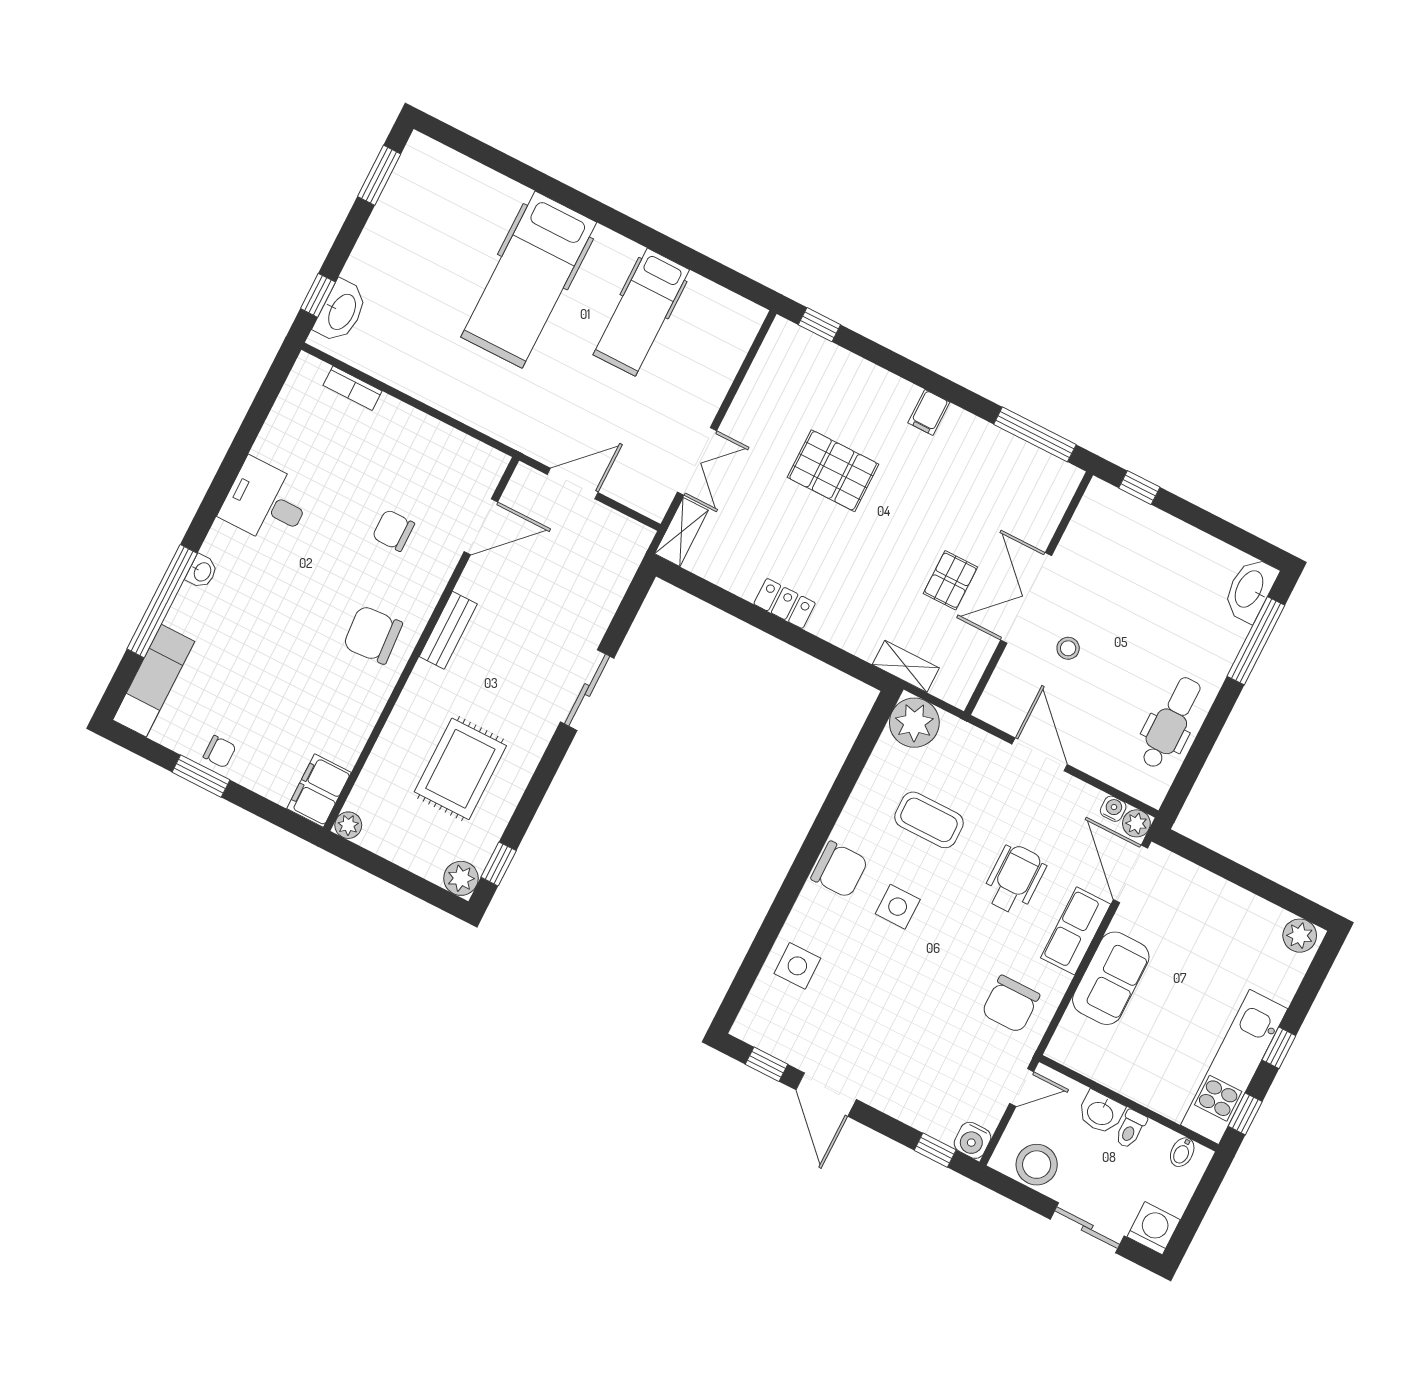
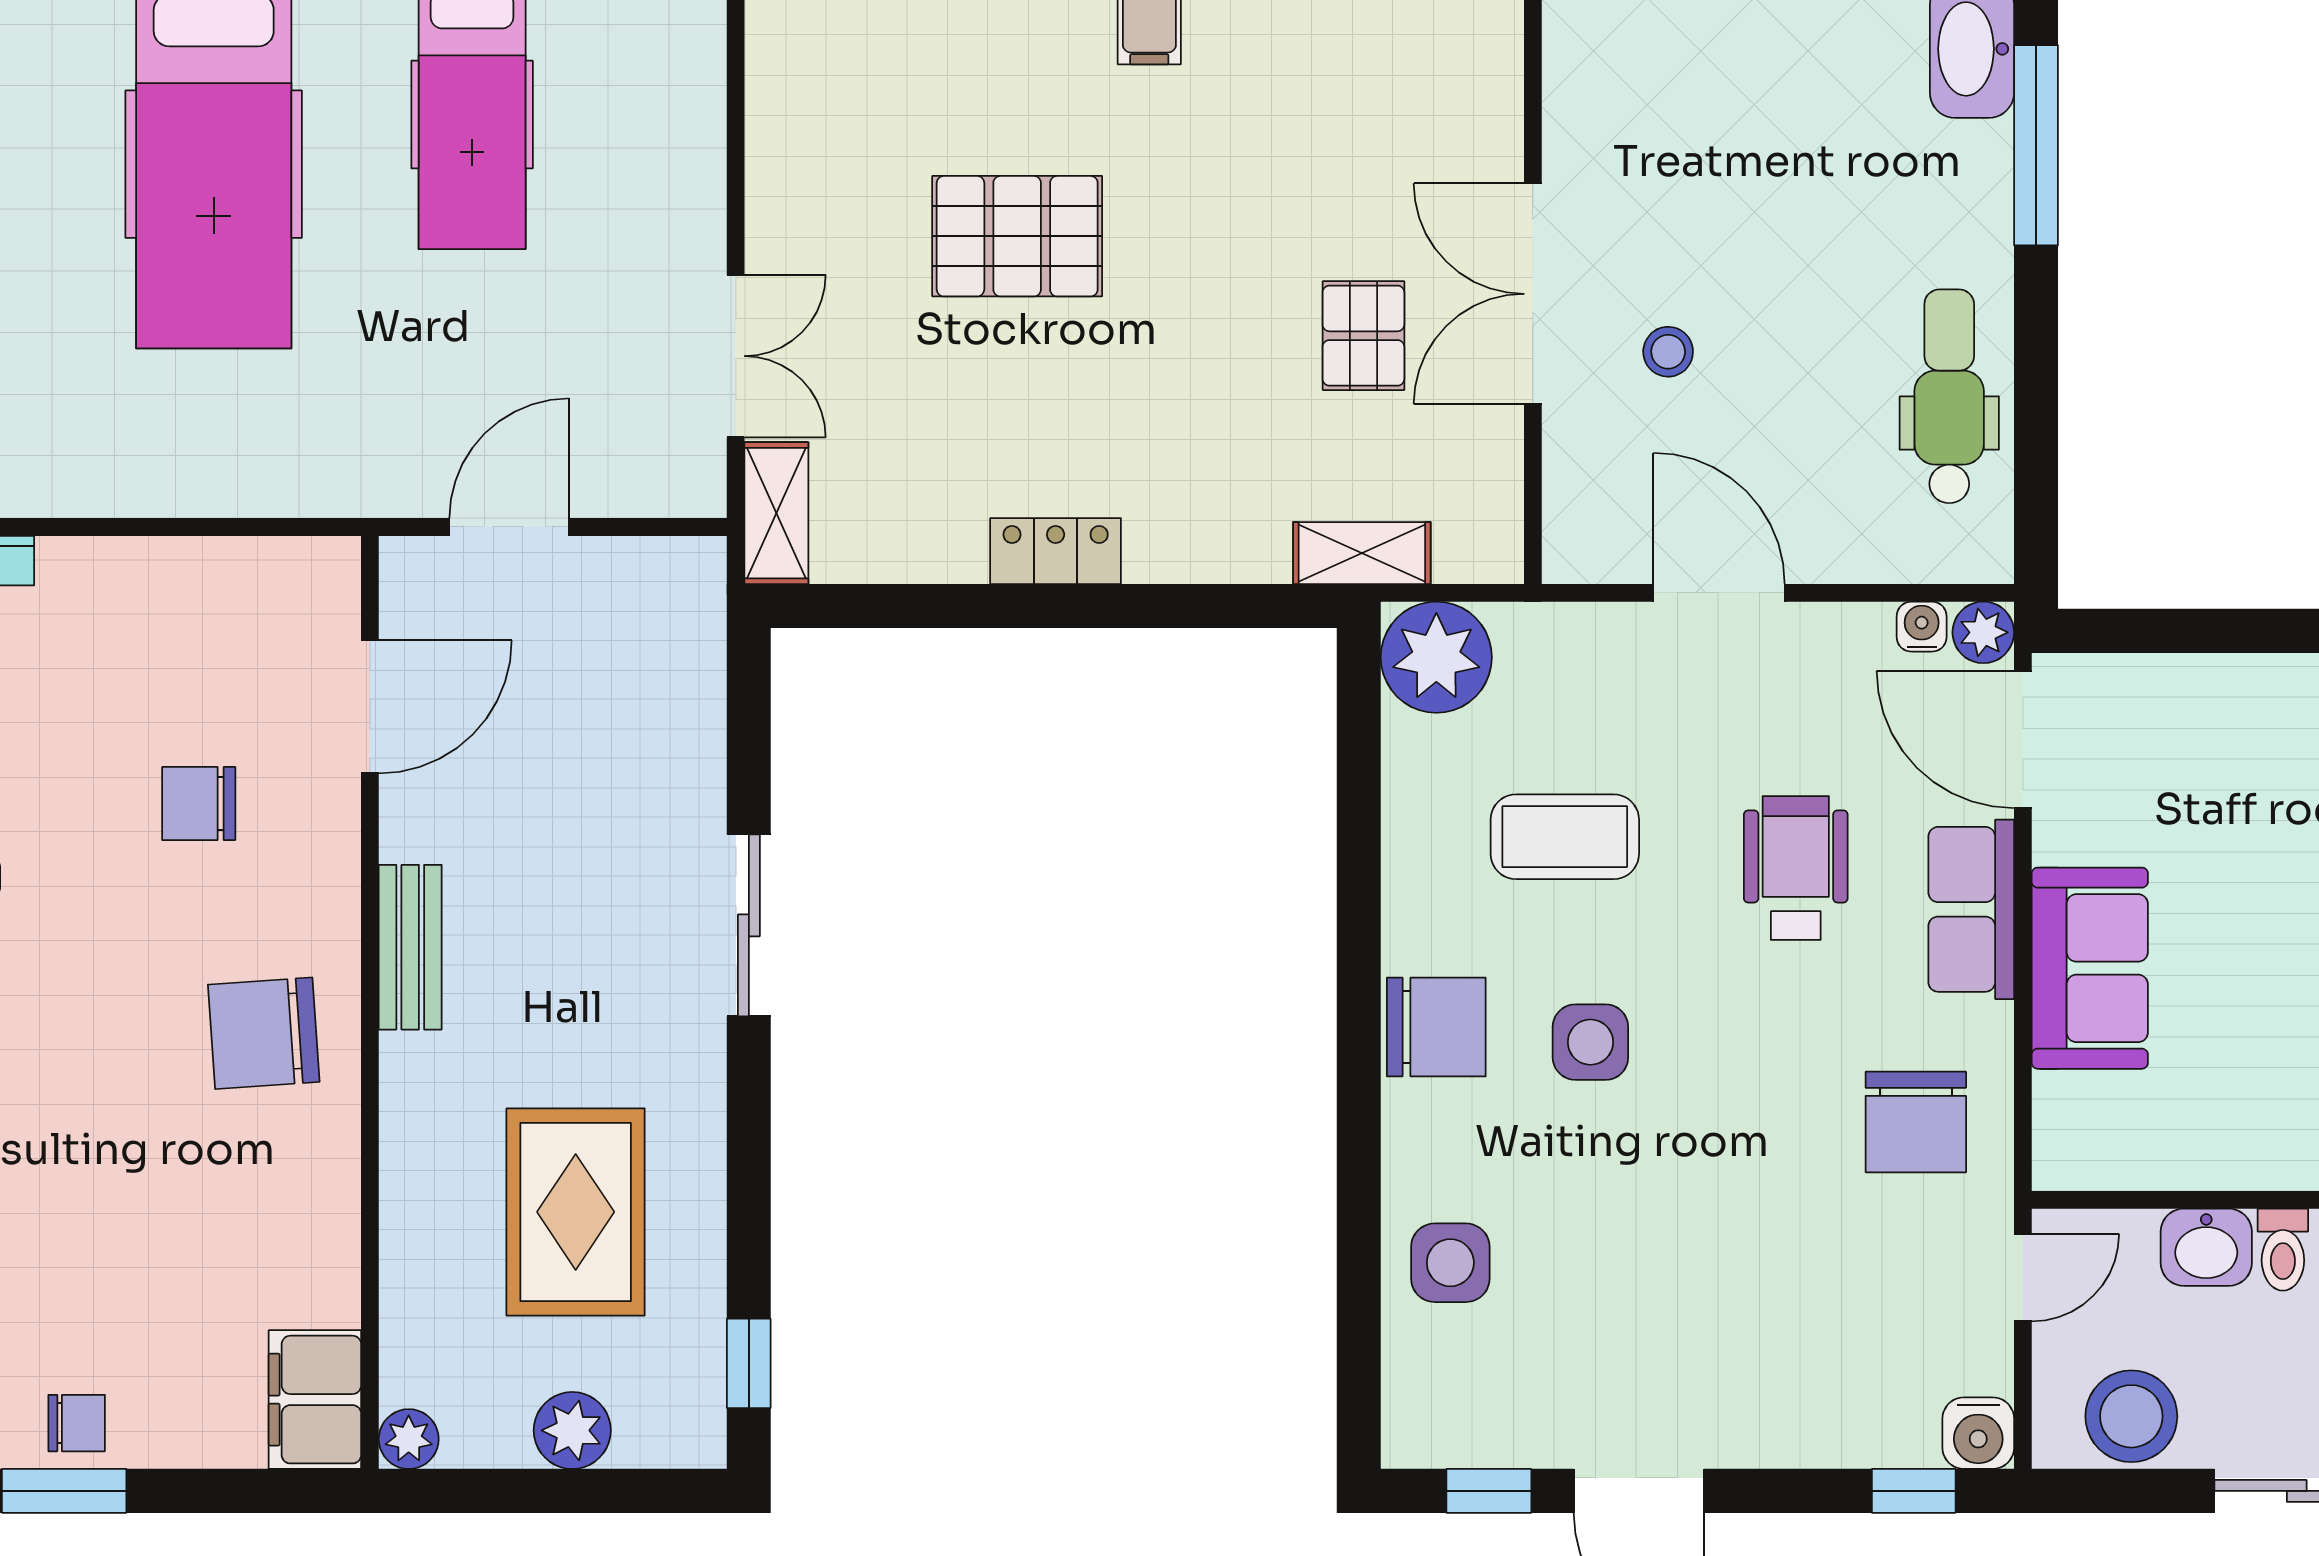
plant: (461, 878) -> (572, 1430), moved

